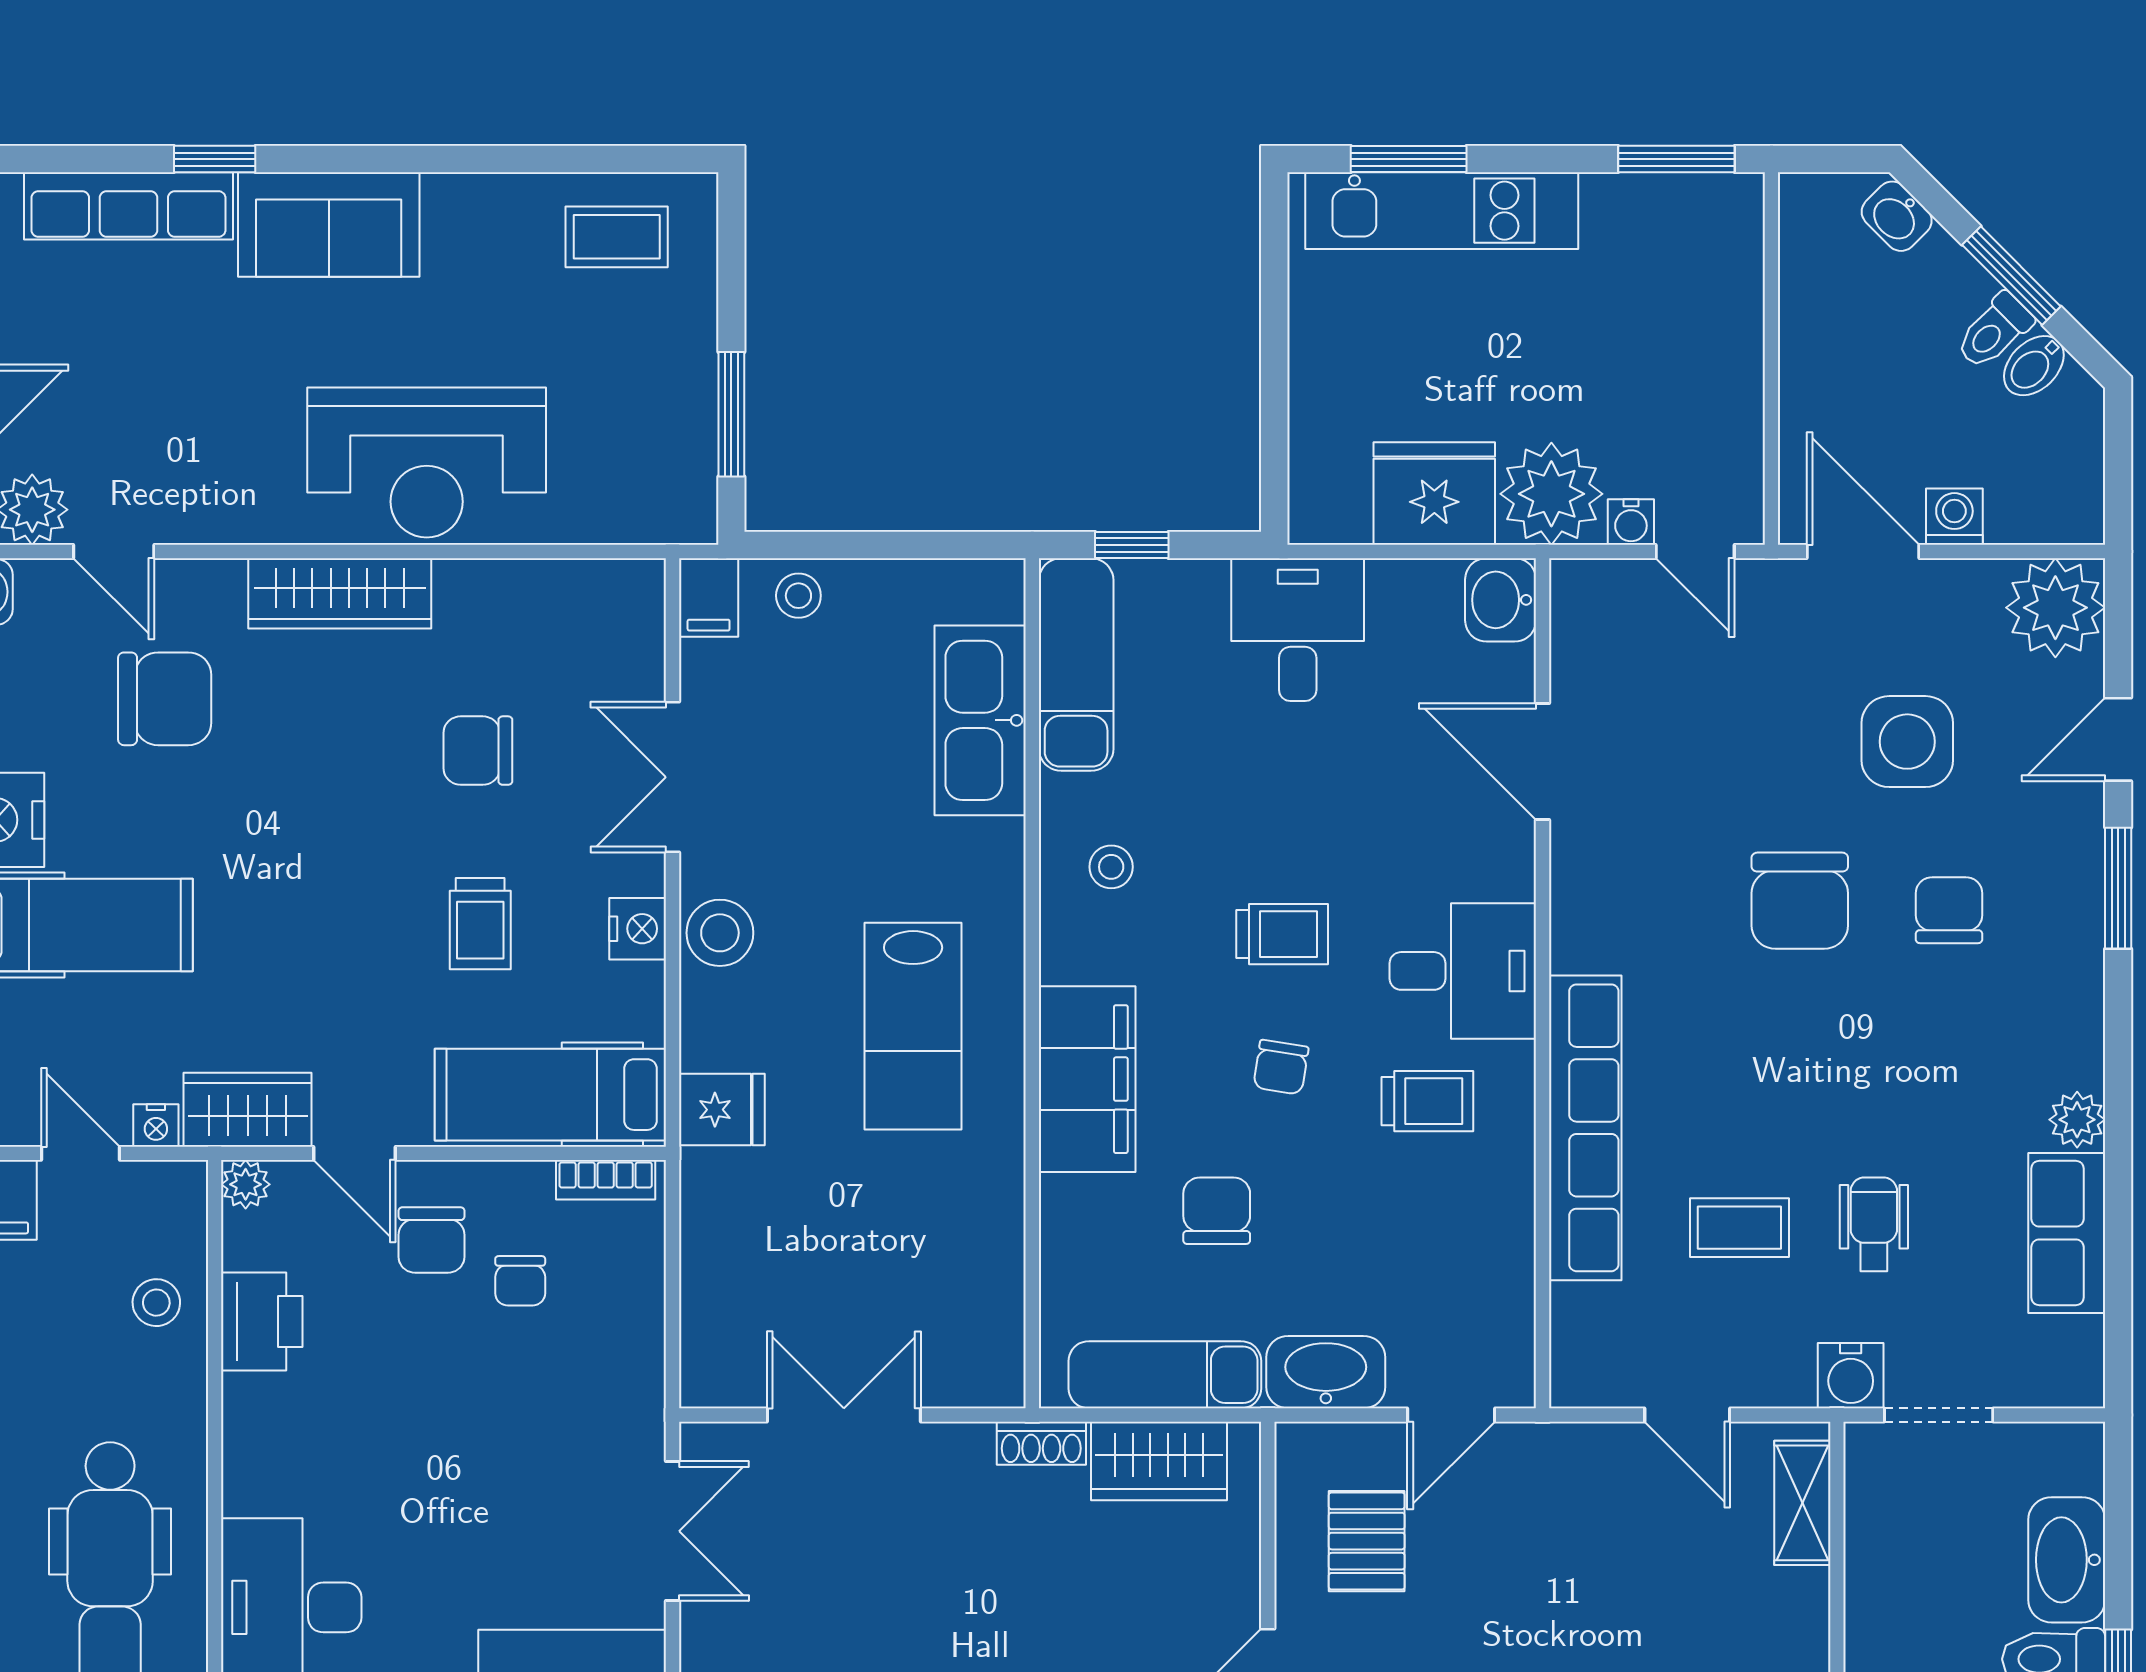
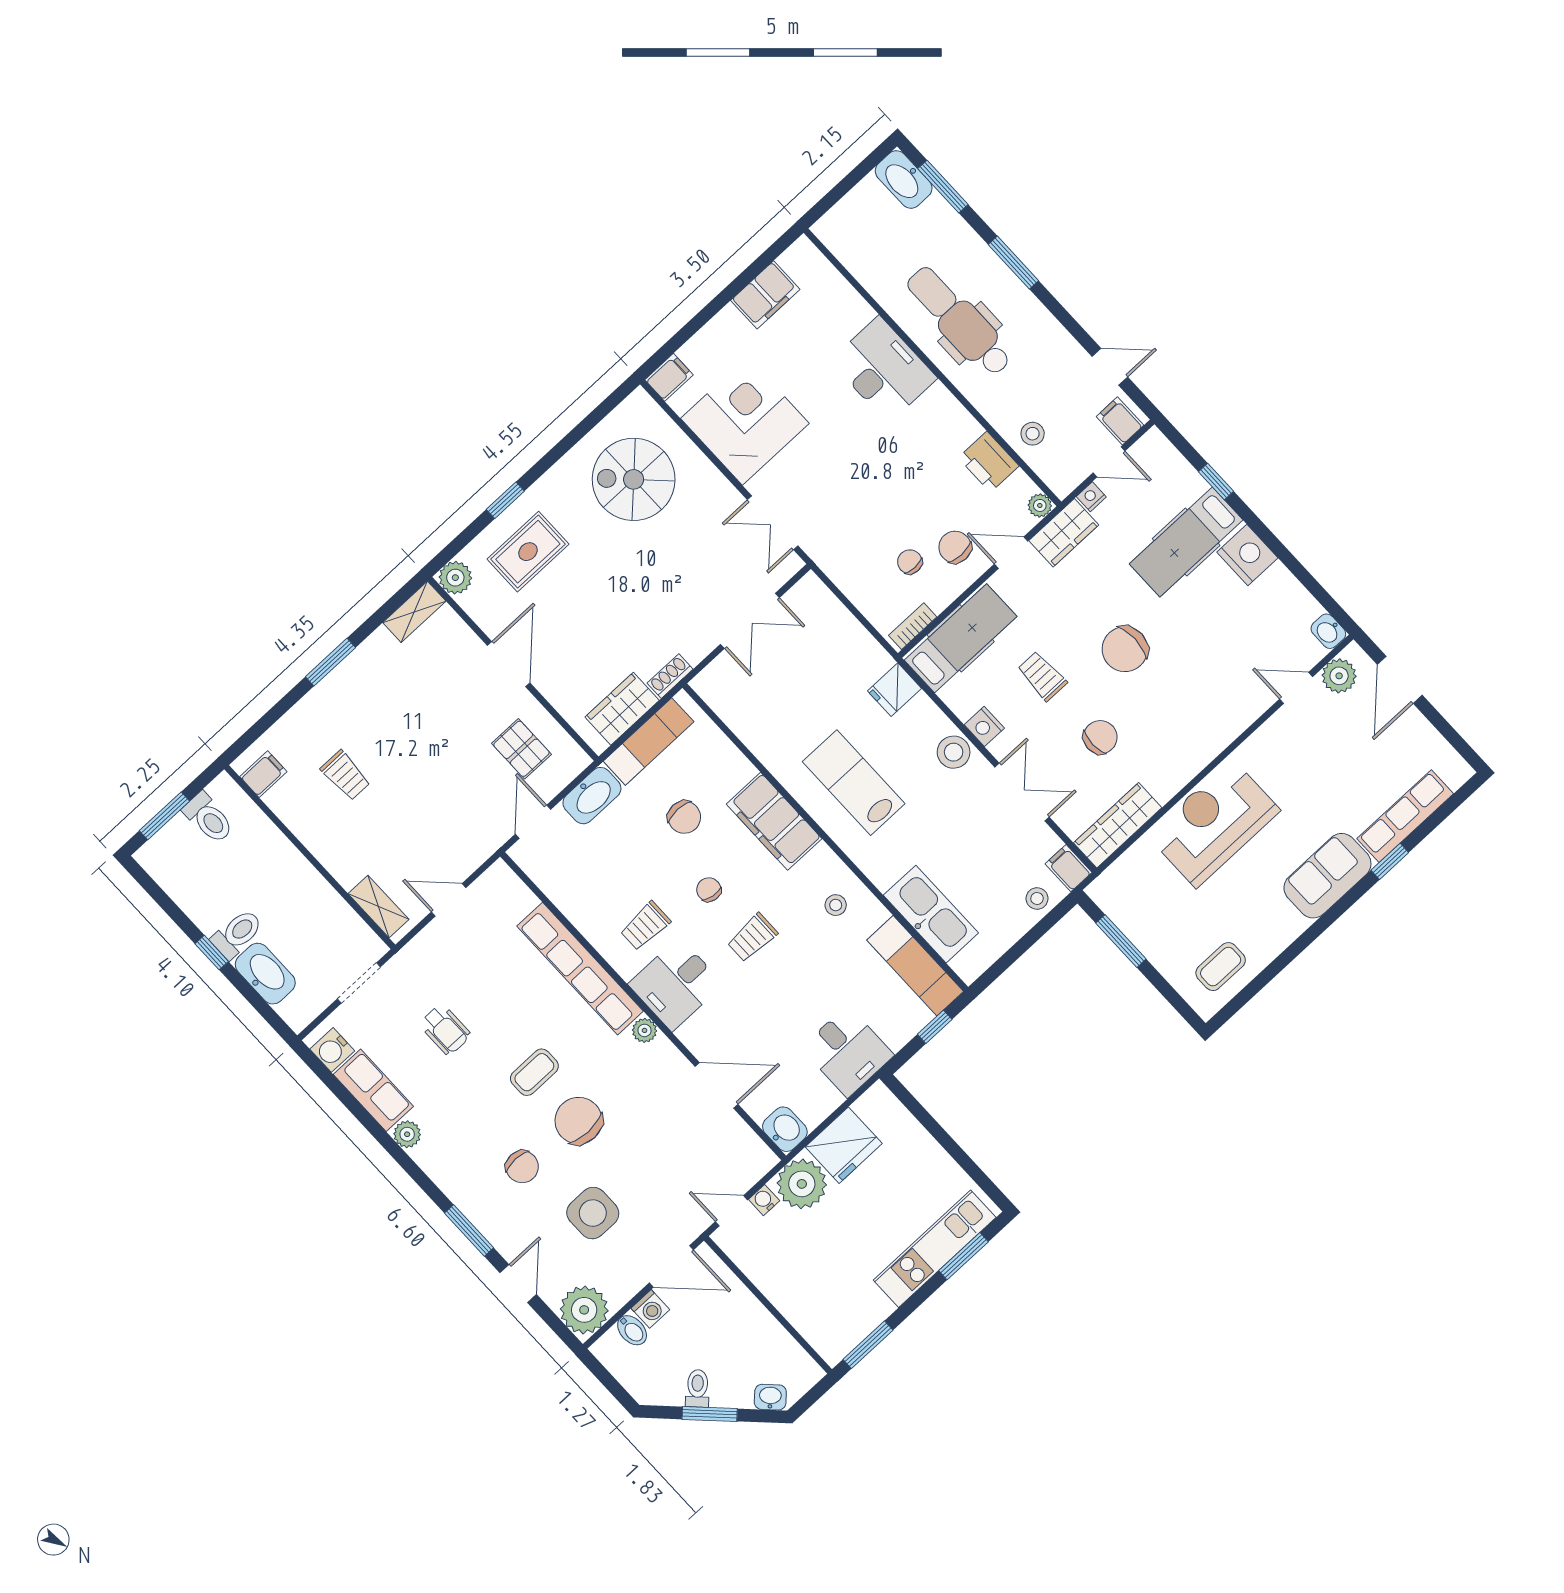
bidet: (2034, 366) -> (632, 1330), moved, turned 135
wardrobe: (340, 593) -> (1118, 825), moved
chair: (165, 699) -> (1125, 649), moved
plant: (1574, 945) -> (644, 1030), added
coffee table: (1739, 1228) -> (534, 1072), moved
water cooler: (1851, 1376) -> (332, 1050), moved, turned -90

